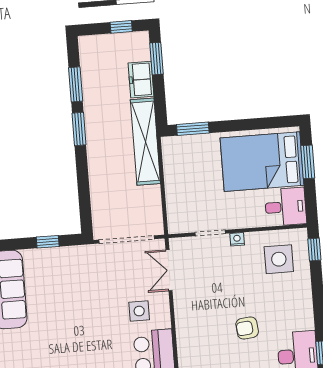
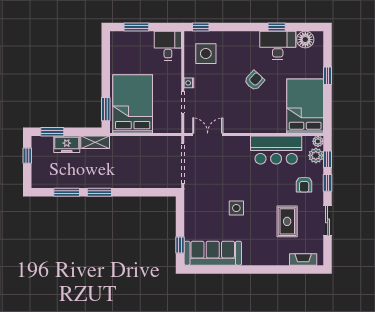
shelving: (145, 142) -> (95, 142), width x0.45, depth x0.75
bed: (262, 162) -> (133, 104), moved, turned 180
window: (48, 242) -> (180, 245), moved
double door: (169, 270) -> (208, 134), swing flipped
side table: (139, 311) -> (236, 208), moved
armchair: (247, 328) -> (254, 81), turned -131

